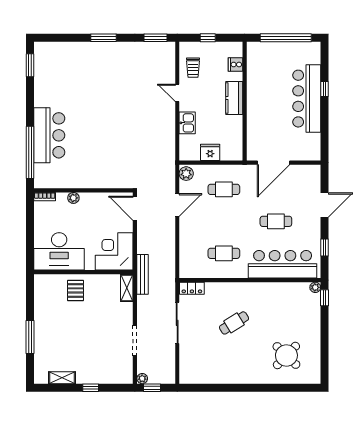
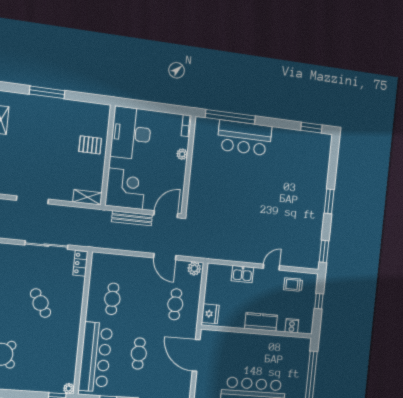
fridge: (210, 152) -> (210, 314), moved
bench: (143, 274) -> (132, 218), moved

